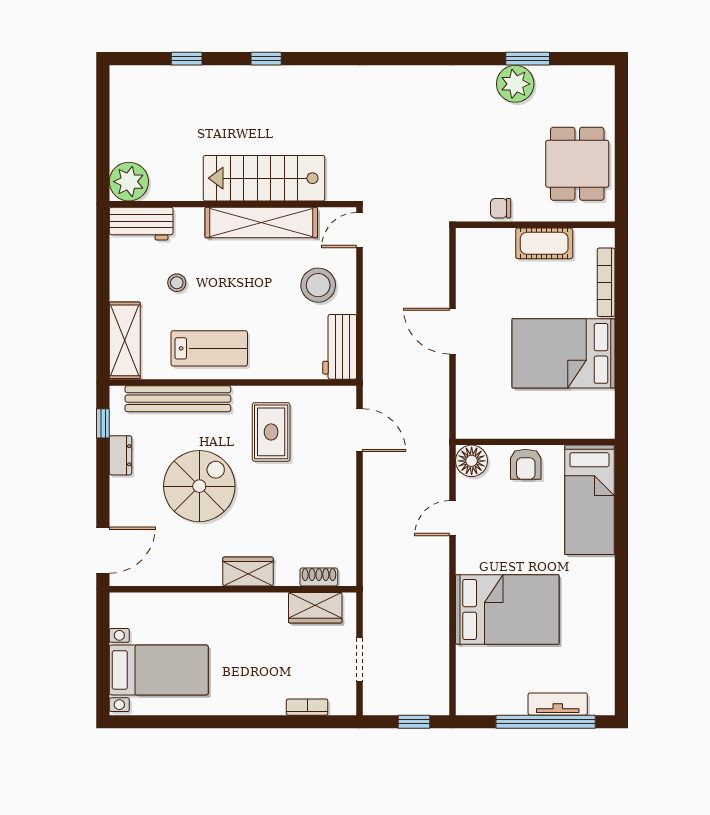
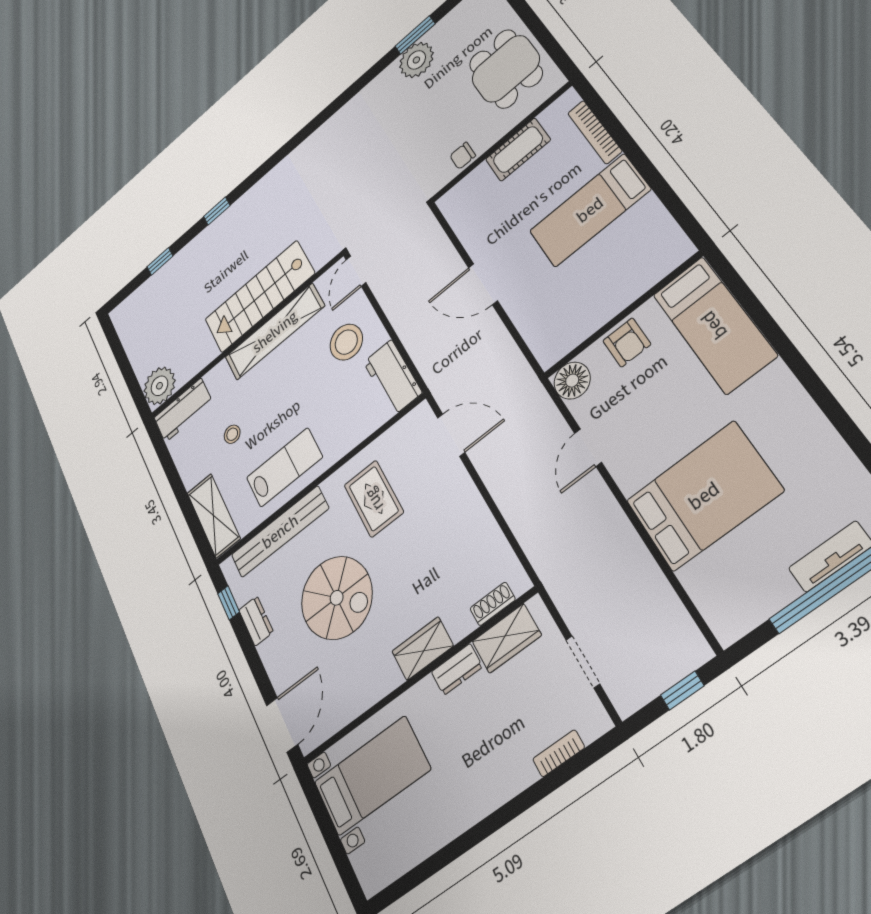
bed: (564, 353) -> (590, 210), width x0.67
spiral stairs: (199, 486) -> (337, 598), turned 90
dresser: (266, 604) -> (457, 669), added
bed with nightstands: (159, 670) -> (372, 776), moved

